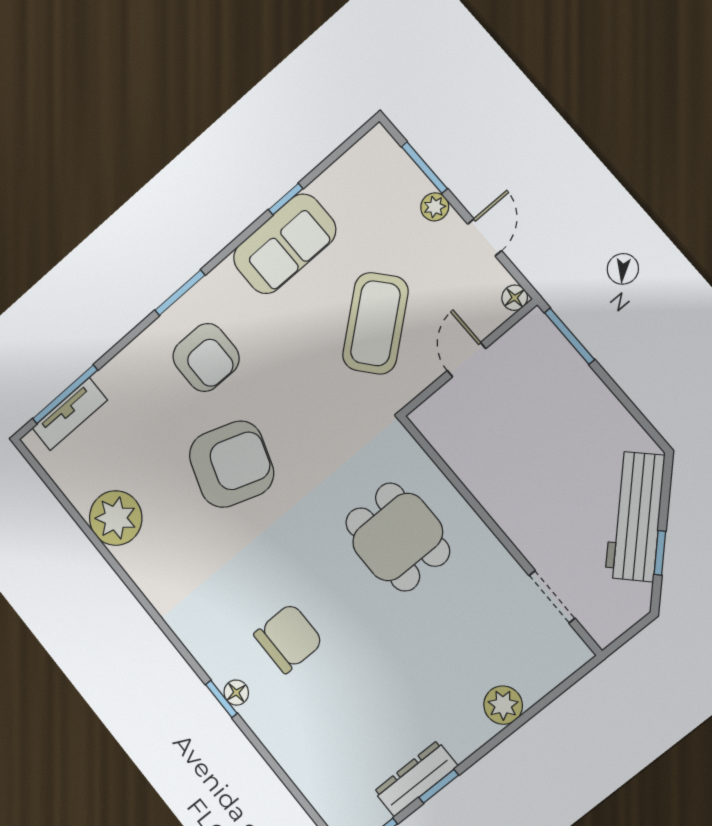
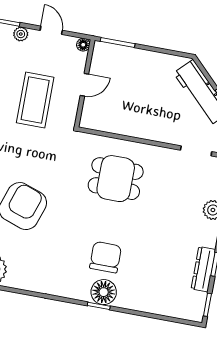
coffee table: (375, 323) -> (35, 100), turned 40
door: (466, 360) -> (84, 85), swing flipped
floor lamp: (236, 693) -> (104, 292), width x1.89, depth x1.89

